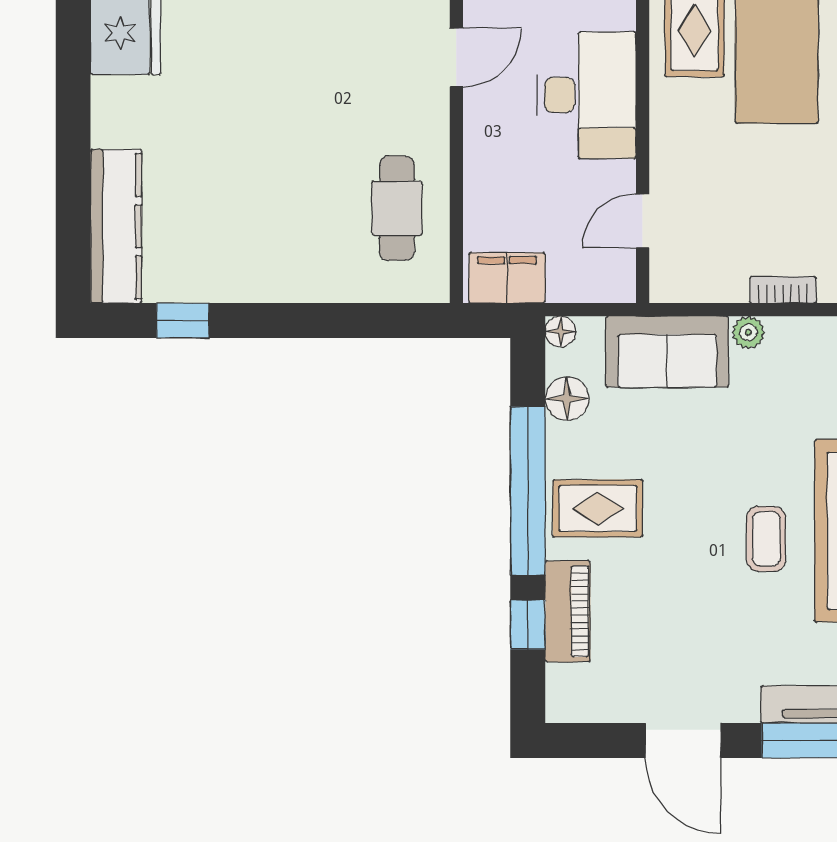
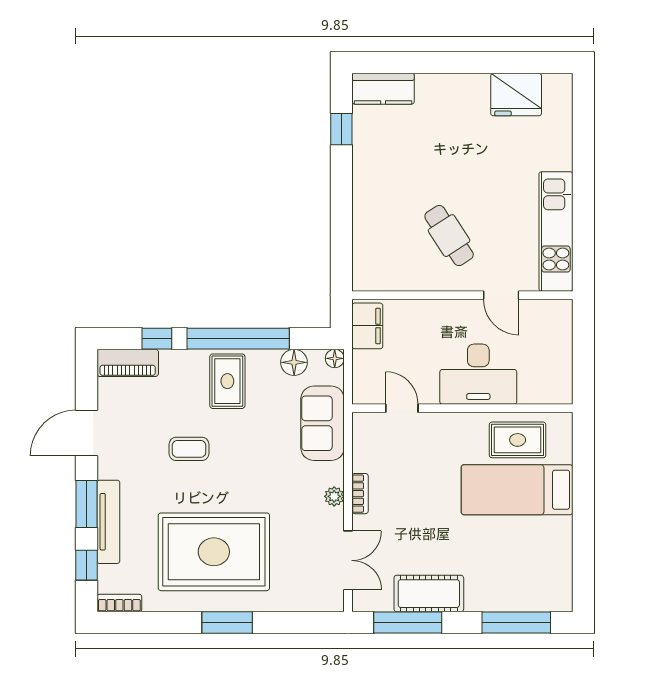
cafe table: (397, 208) -> (449, 236), moved, turned 57
kitchen counter: (116, 226) -> (383, 89), width x0.67
plant: (748, 332) -> (334, 496), moved
coffee table: (766, 539) -> (189, 449), moved
piano: (568, 611) -> (128, 363), moved

